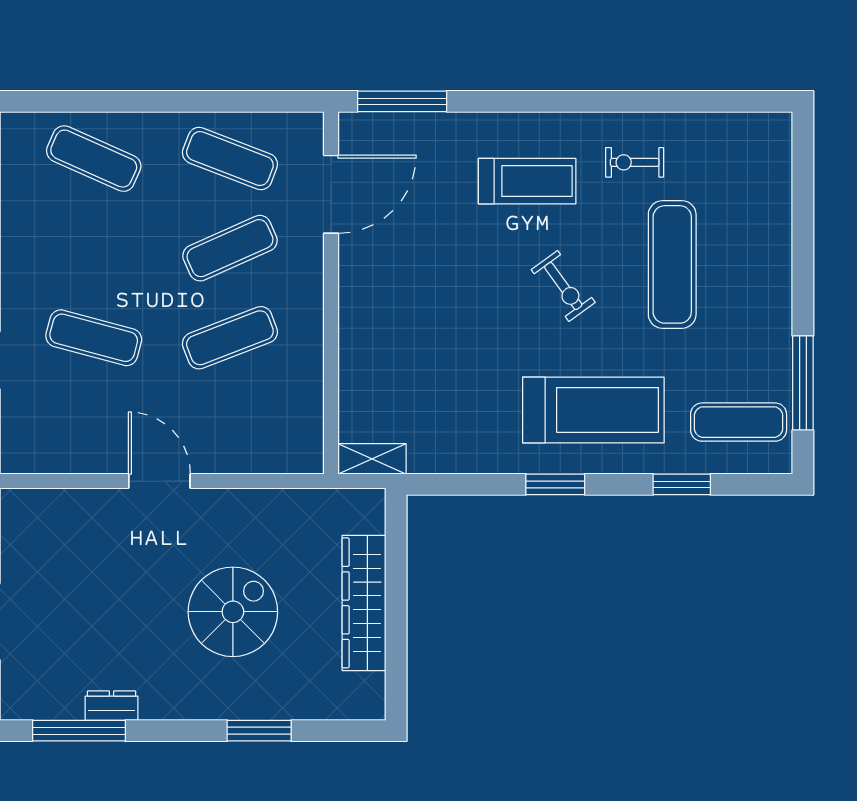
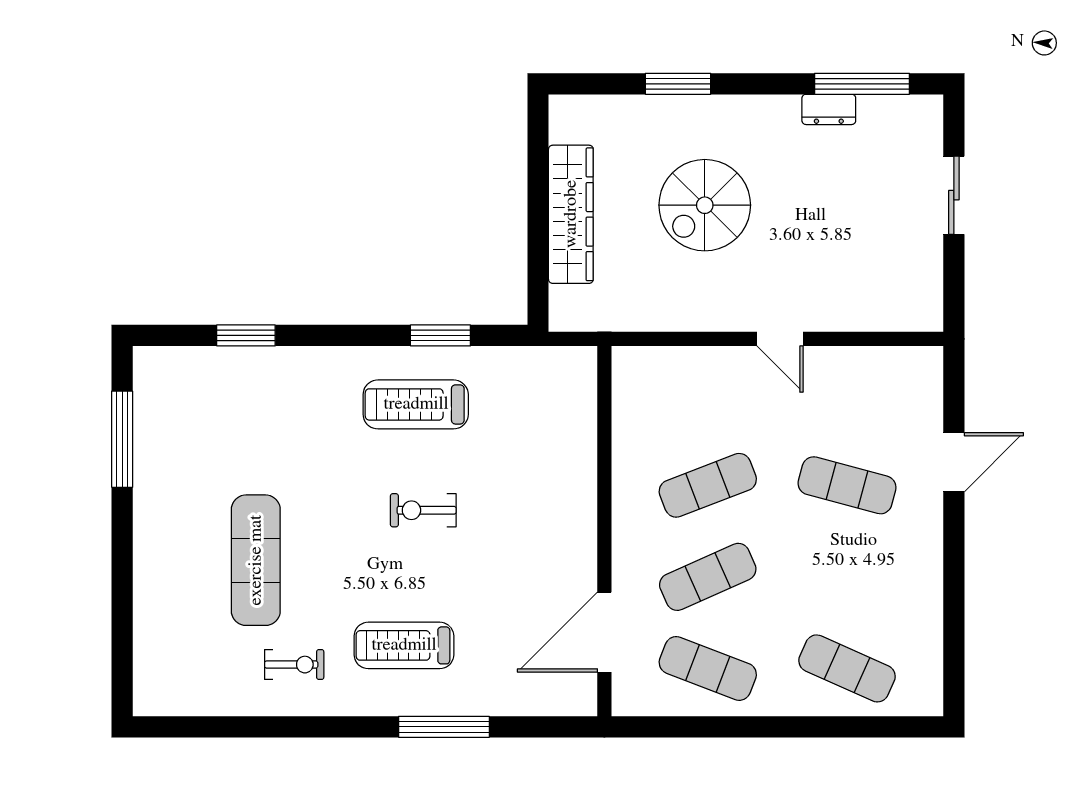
window: (402, 101) -> (444, 727), moved
exercise bike: (563, 286) -> (423, 510), moved, turned -54
treadmill: (593, 410) -> (416, 404), moved, width x0.73, depth x0.73
exercise mat: (739, 422) -> (188, 399), removed
shelving: (372, 459) -> (563, 362), removed
door: (159, 481) -> (780, 339), width x0.73
window: (555, 484) -> (440, 335), moved

